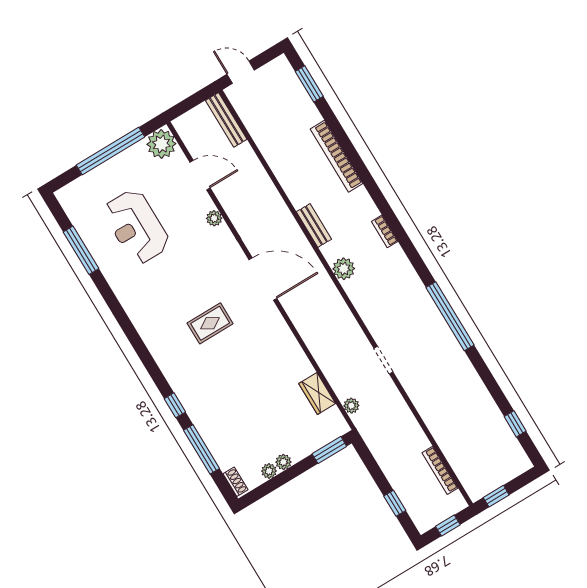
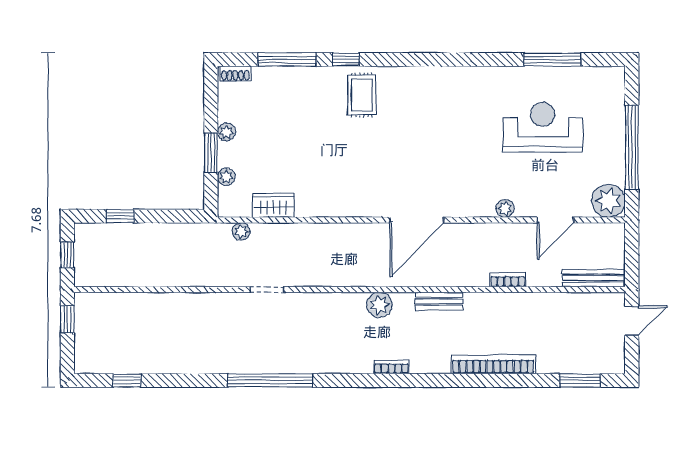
rug: (210, 323) -> (362, 95), moved
window: (329, 450) -> (211, 153), moved
bookcase: (440, 470) -> (508, 280), moved, width x0.64
plant: (269, 471) -> (226, 177), moved

